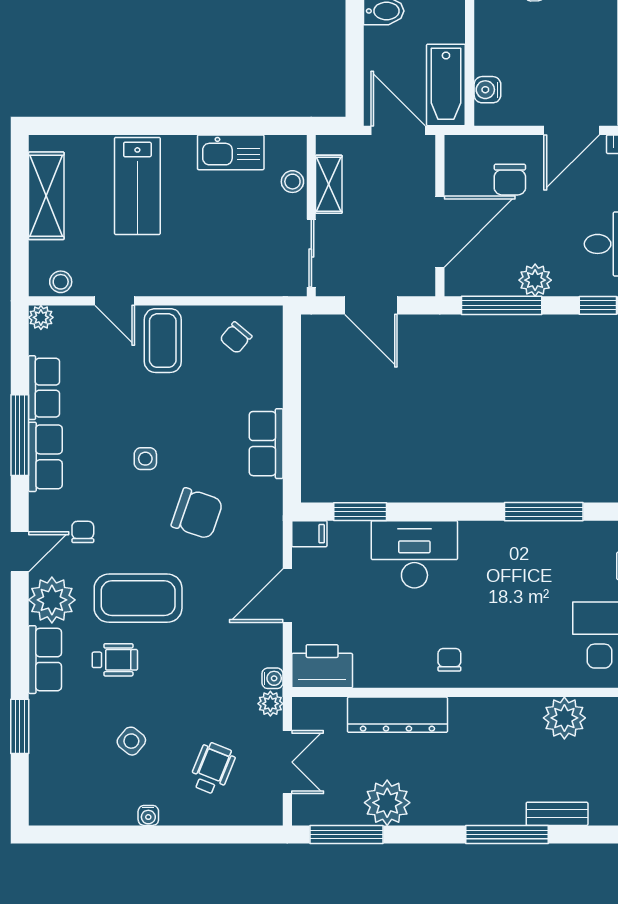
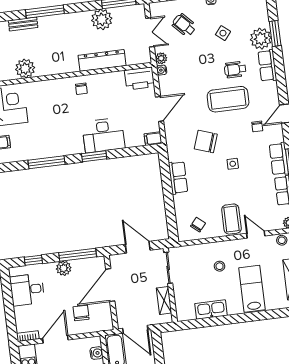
stool: (292, 182) -> (219, 266), moved
window: (360, 512) -> (94, 156), moved
plant: (52, 600) -> (261, 39), moved
double door: (287, 762) -> (150, 32), swing flipped
wheelchair: (212, 768) -> (184, 25), turned 114

